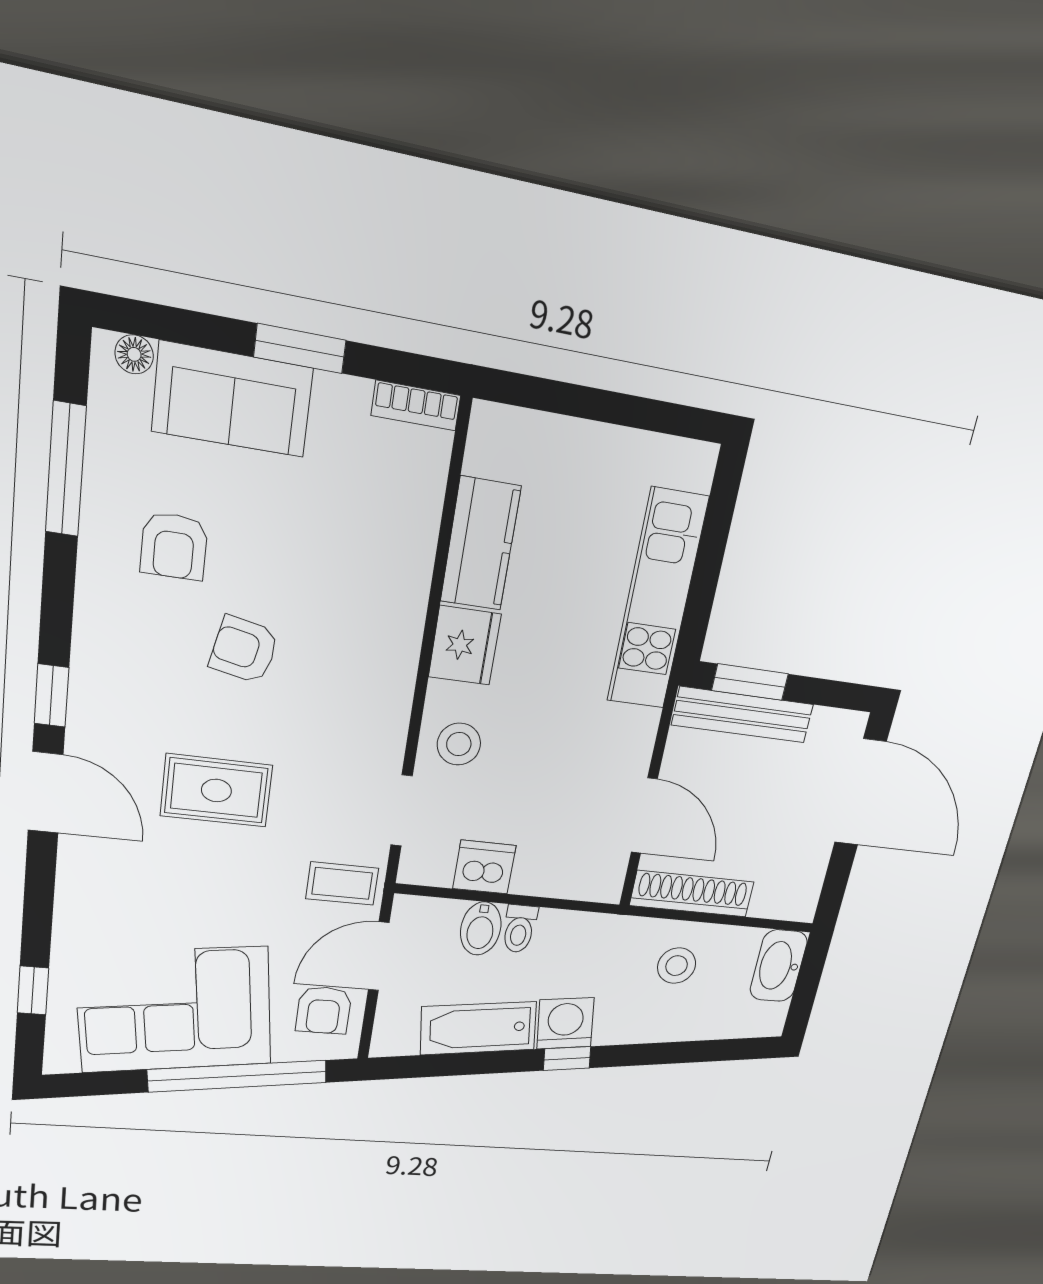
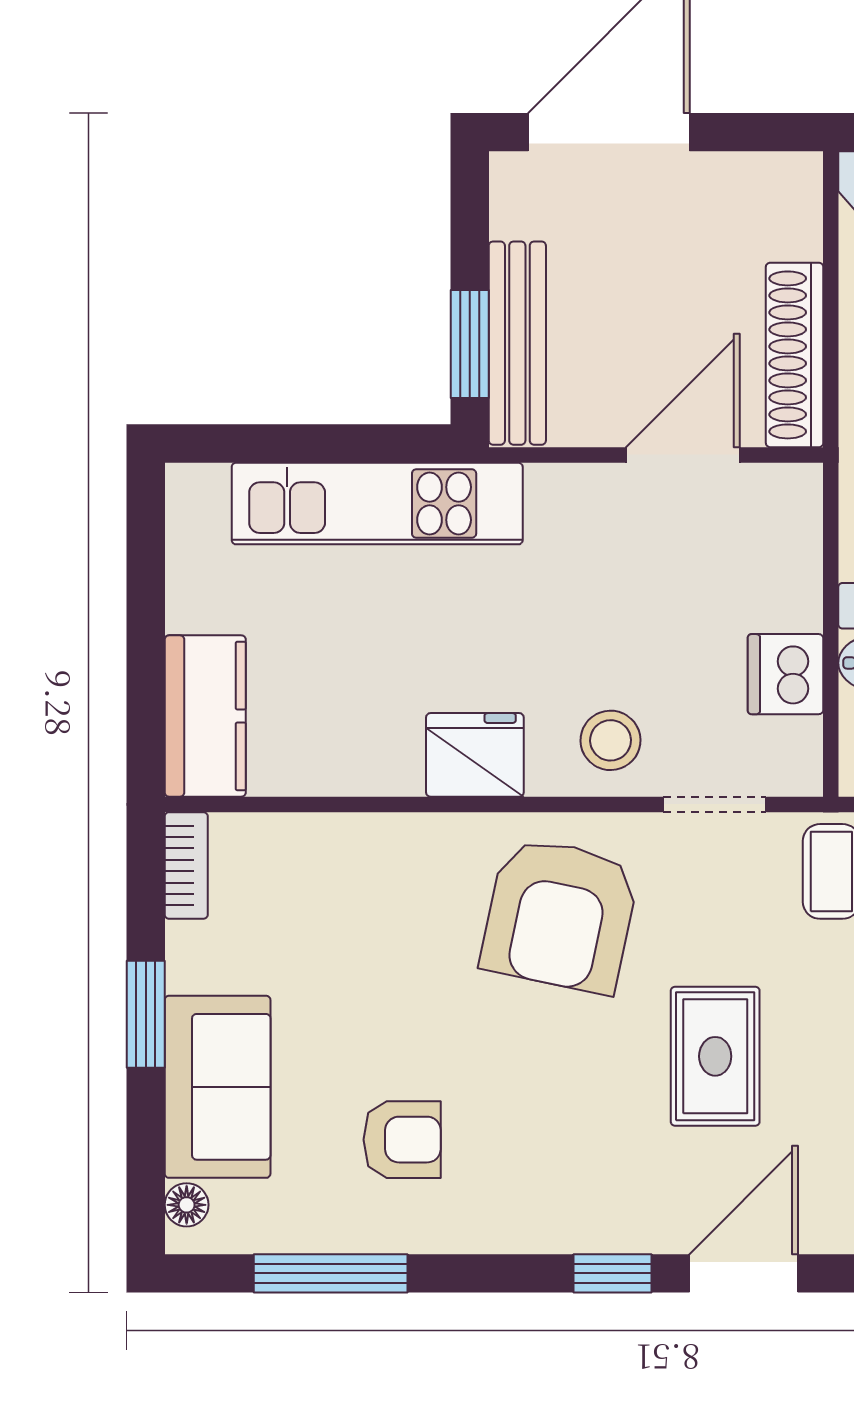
kitchen counter: (480, 544) -> (205, 716), moved, turned 90
armchair: (244, 650) -> (560, 915), moved, width x1.88, depth x1.88

